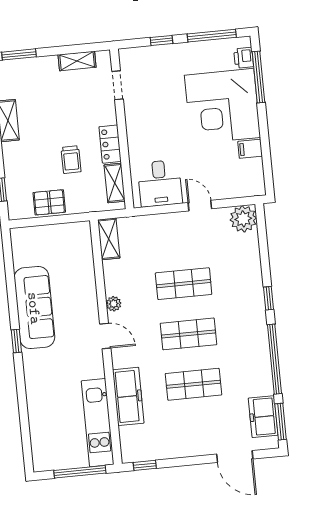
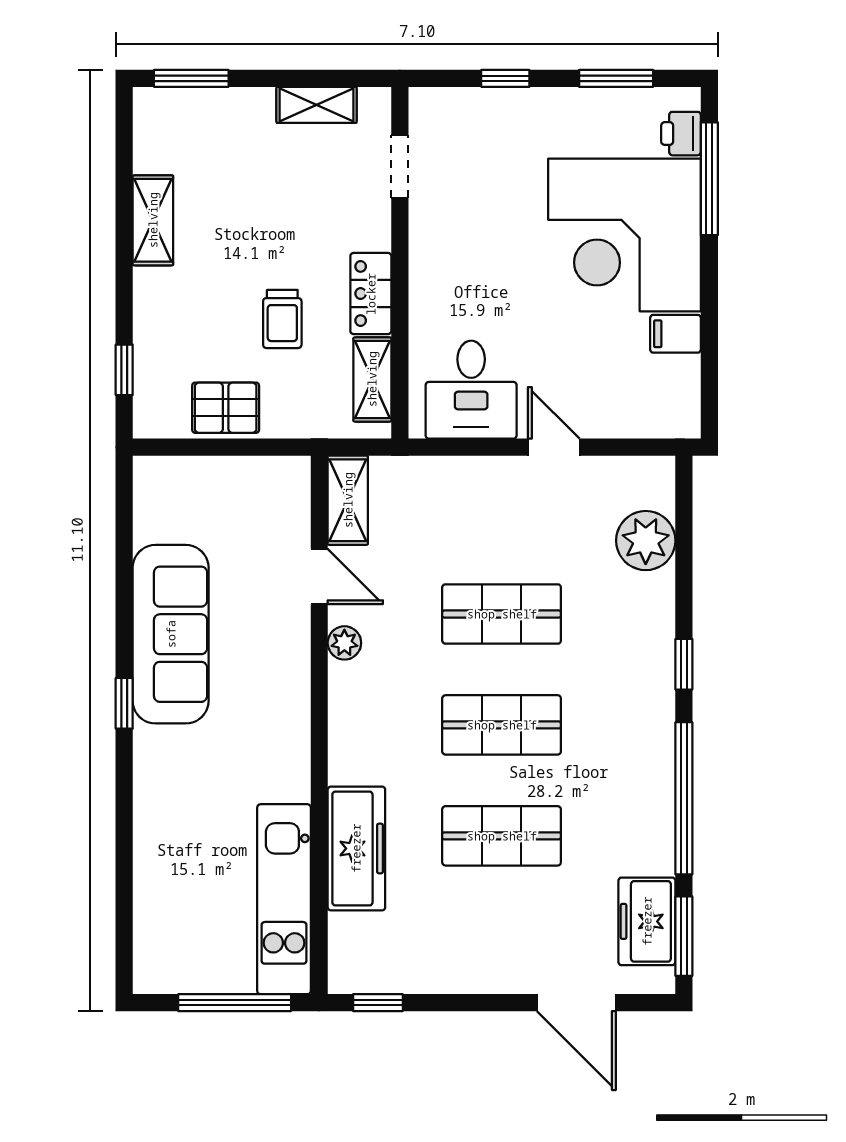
window: (212, 36) -> (616, 78), width x0.69
plant: (243, 219) -> (646, 541), moved
door: (105, 336) -> (319, 577), moved

